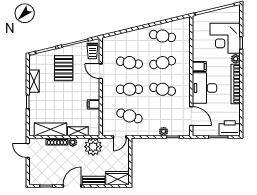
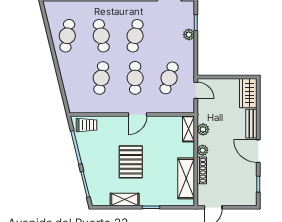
pallet: (64, 68) -> (131, 162), moved, turned 90
door: (101, 71) -> (137, 114), moved
filing cabinet: (93, 104) -> (154, 124), removed
shelving: (78, 131) -> (188, 129), moved
plant: (93, 147) -> (203, 129), width x0.53, depth x0.53

